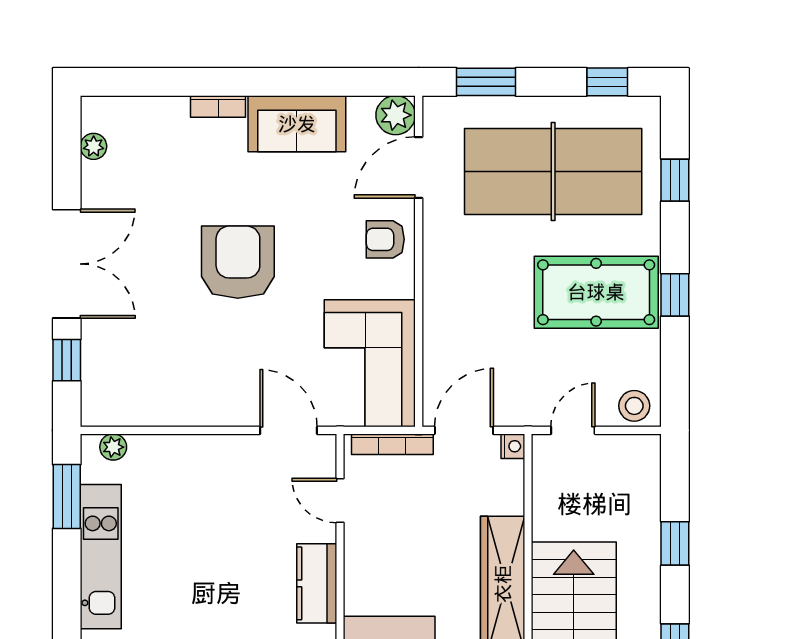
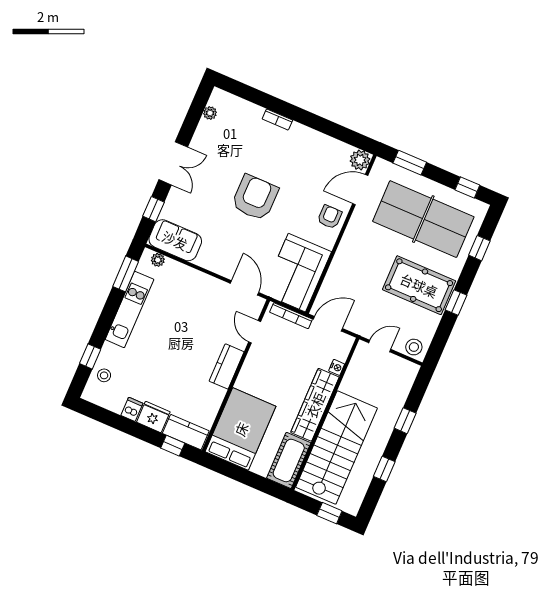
sofa: (297, 124) -> (175, 240), moved, turned 180
armchair: (385, 239) -> (330, 217), turned 90
double door: (67, 264) -> (173, 163), width x0.73
nightstand: (513, 446) -> (337, 367), moved

